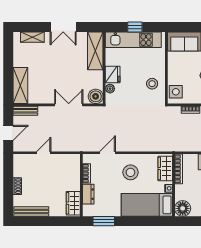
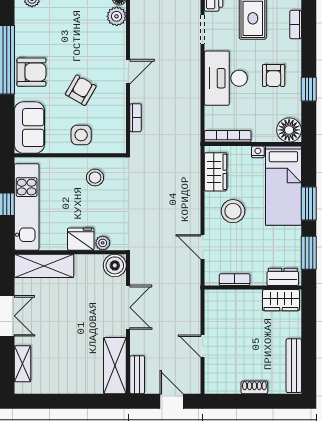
shelving: (20, 86) -> (115, 366), moved, turned 90
side table: (176, 92) -> (81, 135), moved
double door: (69, 105) -> (128, 307), swing flipped
wardrobe: (165, 168) -> (216, 172), moved, turned -90
dresser: (88, 194) -> (283, 277), moved
window: (135, 221) -> (309, 203), added

